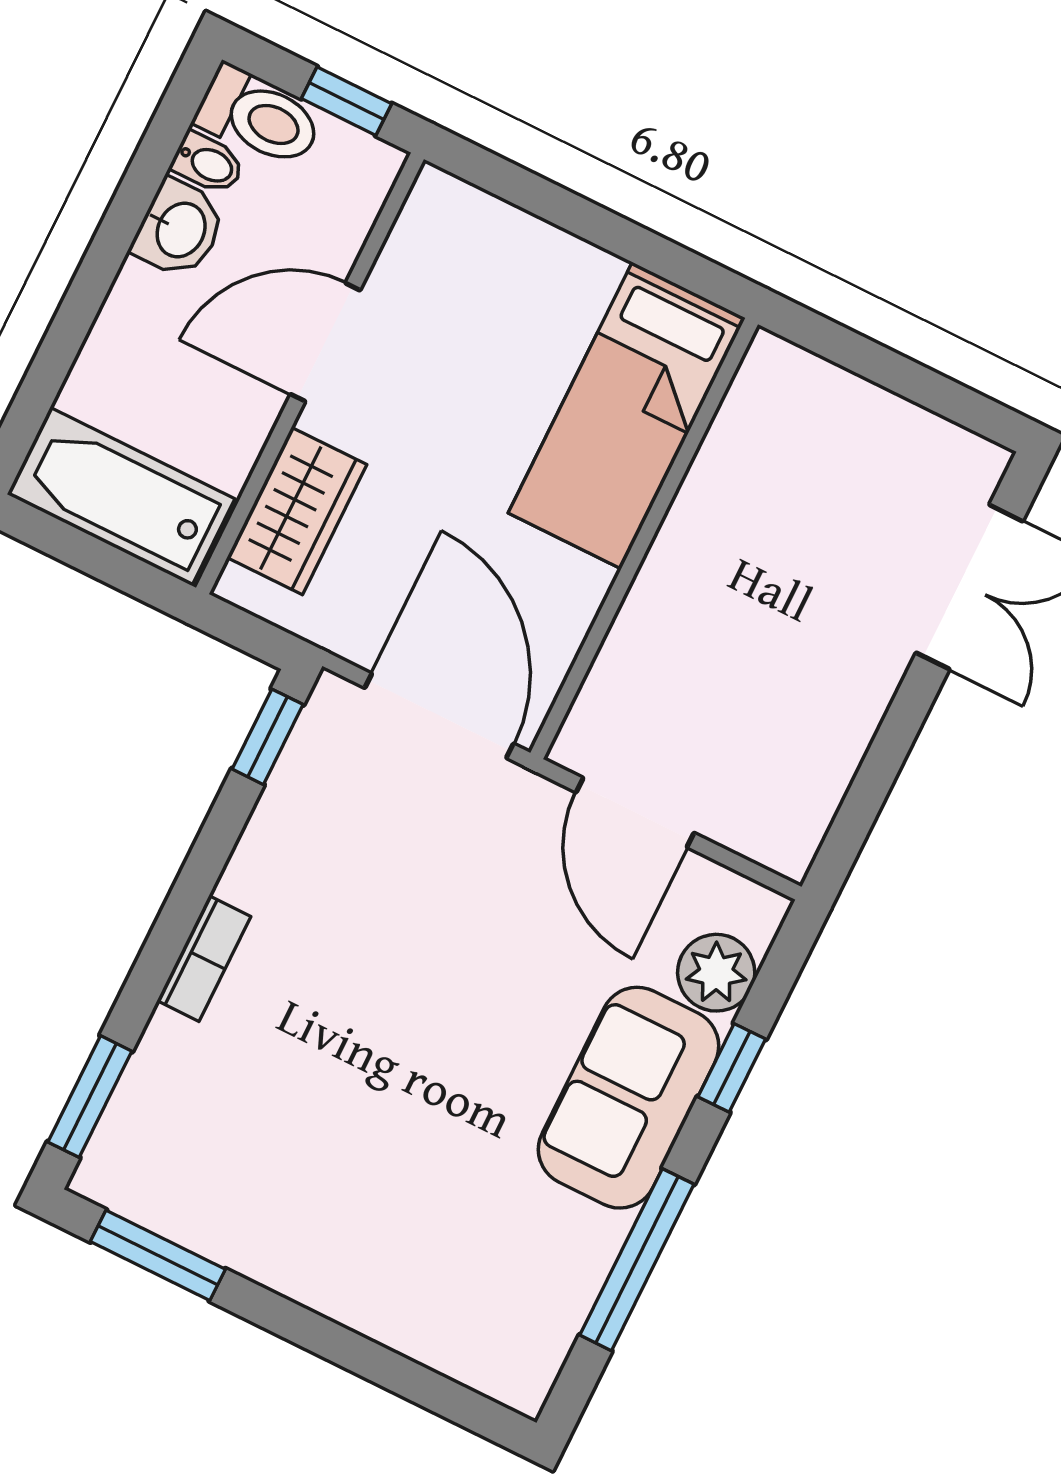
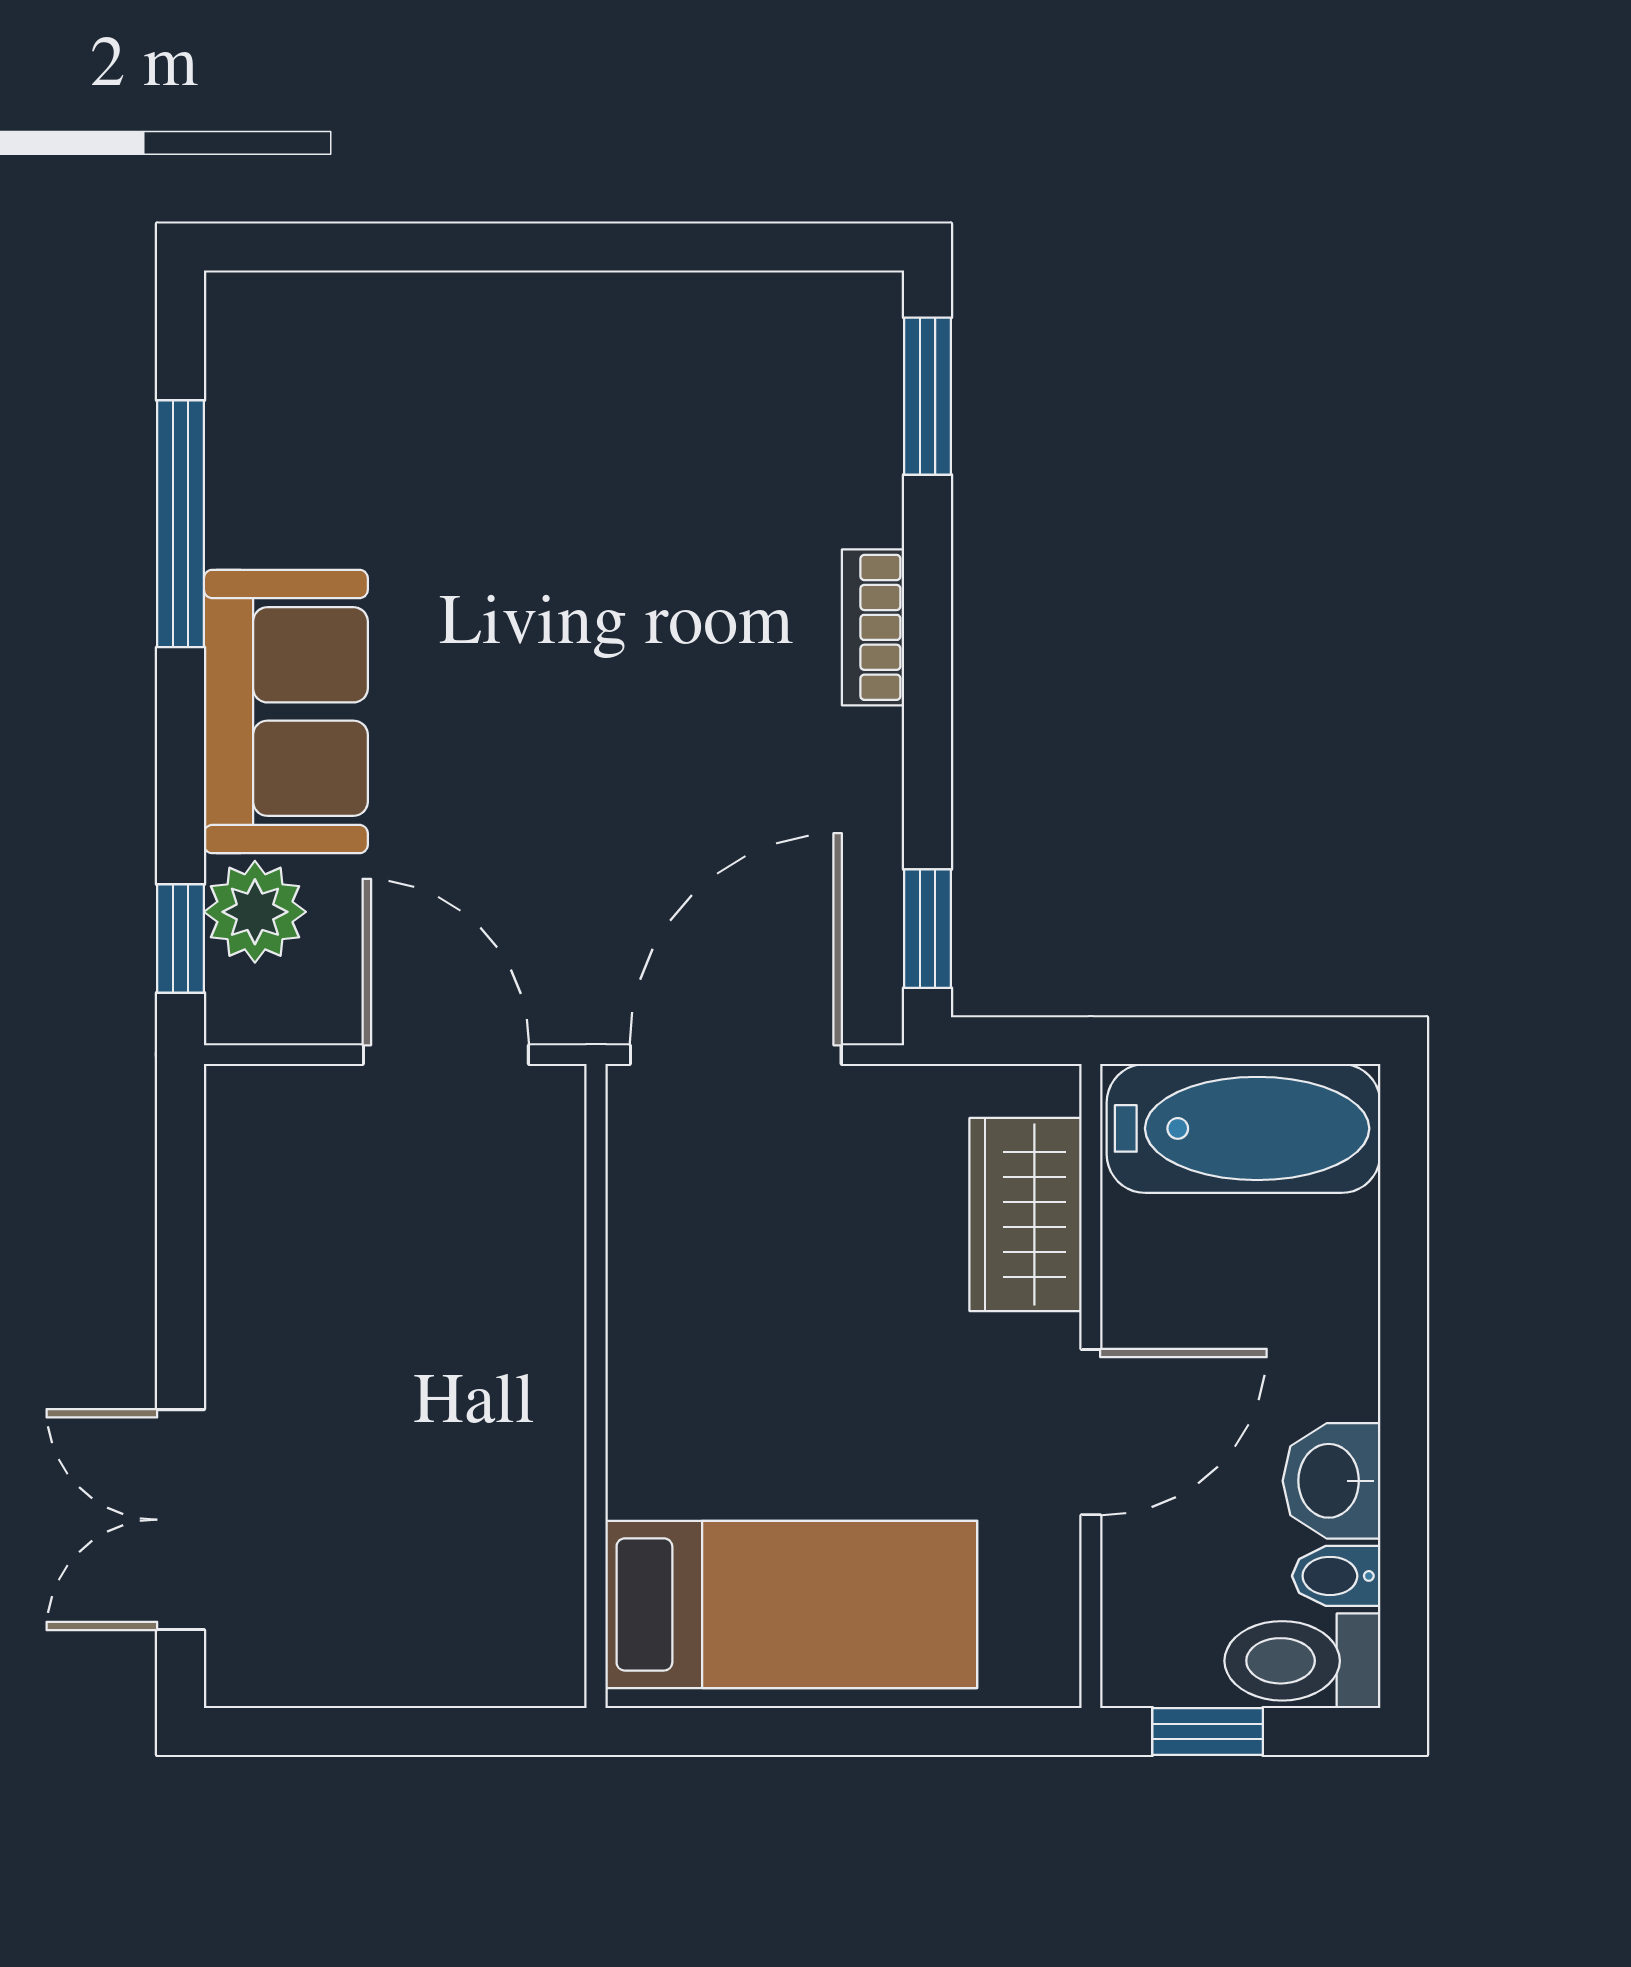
bed: (627, 416) -> (791, 1604), moved, turned 90
door: (439, 716) -> (736, 1055), swing flipped
window: (732, 1068) -> (181, 939), moved
window: (158, 1255) -> (753, 247), removed

